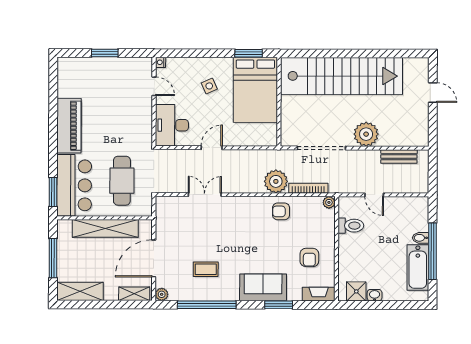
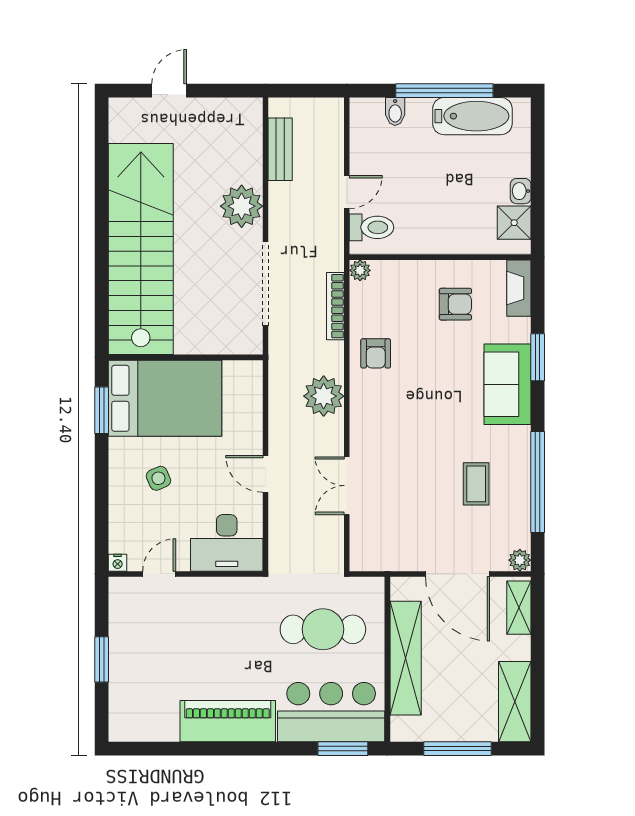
plant: (276, 181) -> (324, 396), moved
toilet: (351, 226) -> (372, 227), moved, turned 90
bidet: (421, 238) -> (395, 111), moved

